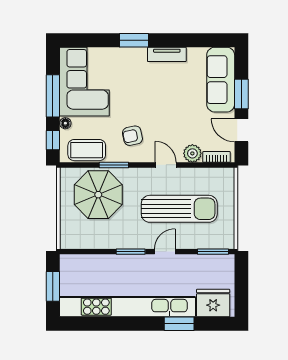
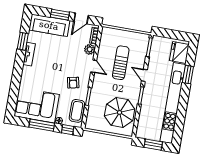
window: (134, 40) -> (23, 41), moved
door: (166, 165) -> (94, 66), swing flipped
parasol: (98, 195) -> (120, 112), moved
sun lounger: (179, 209) -> (121, 63), width x0.73, depth x0.75

